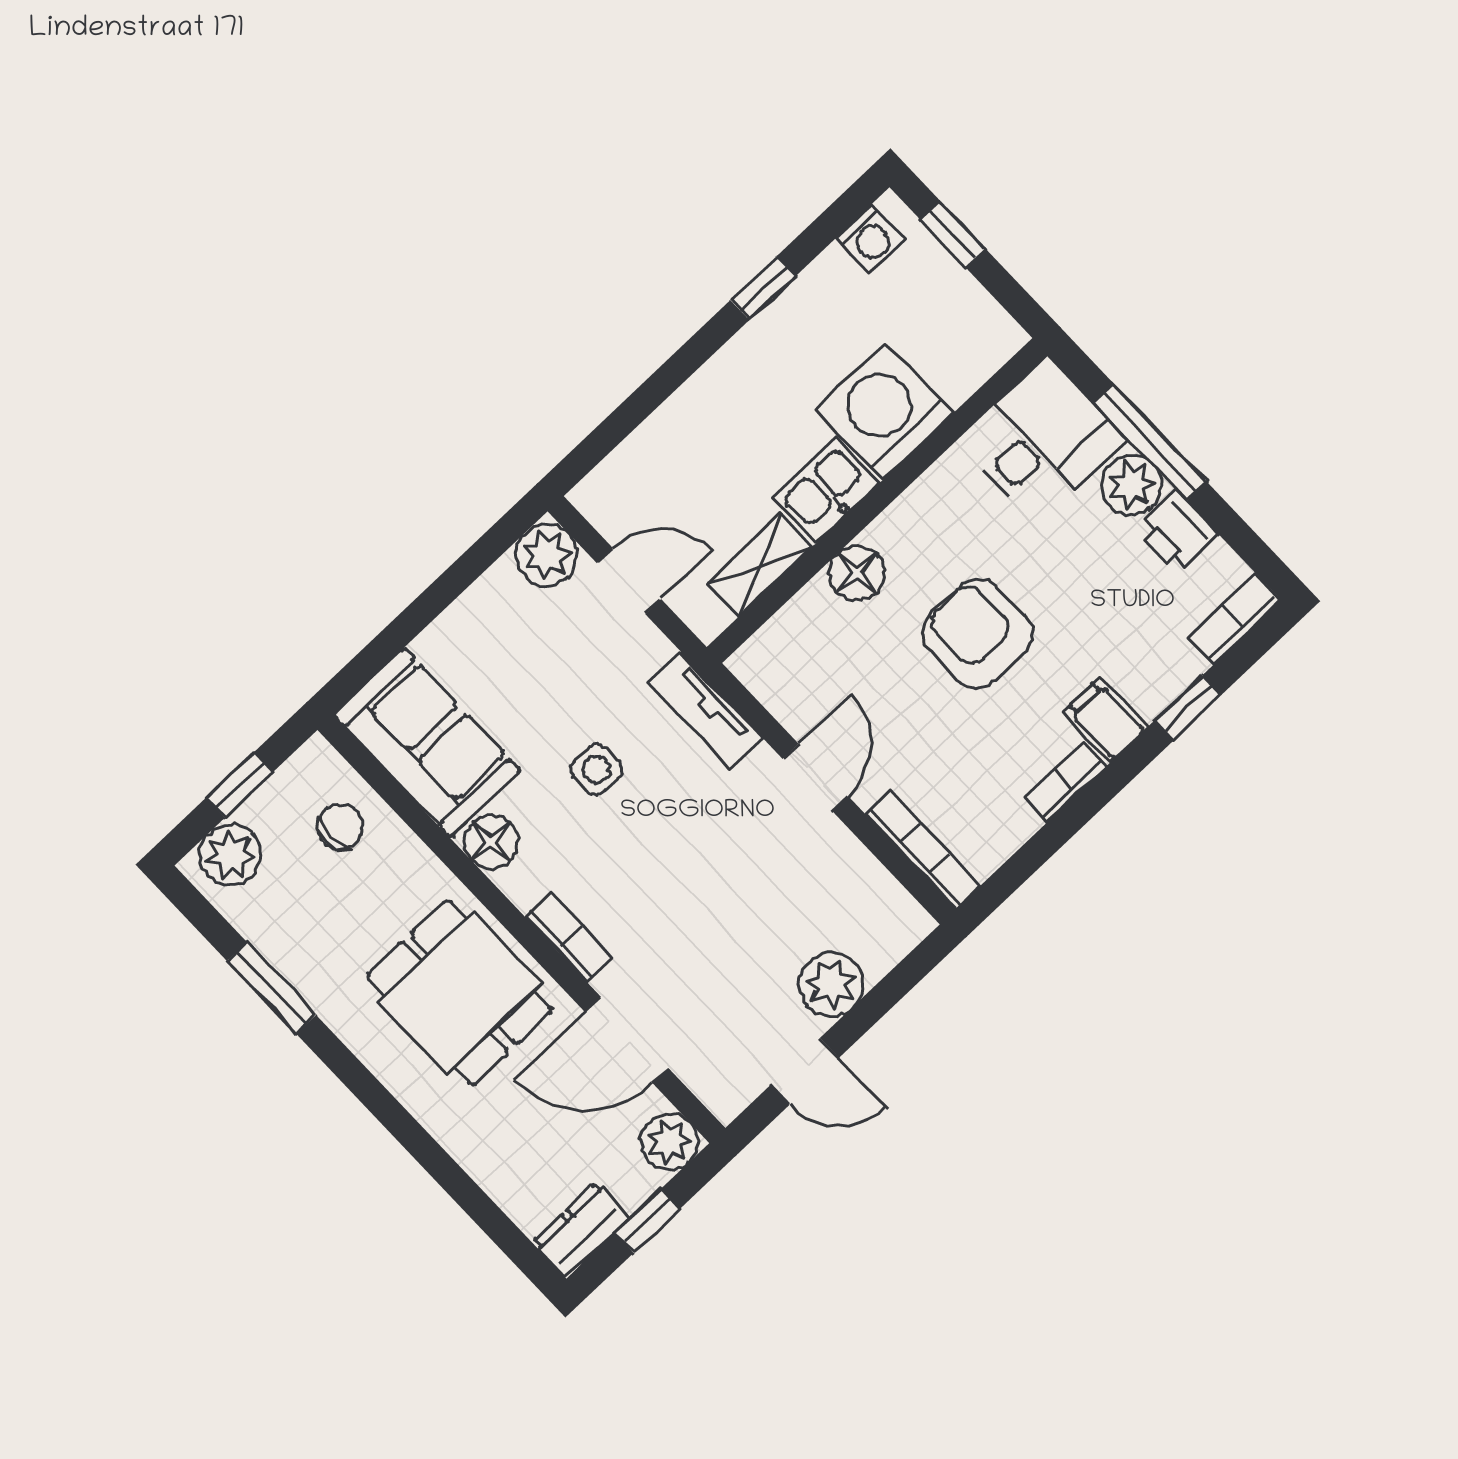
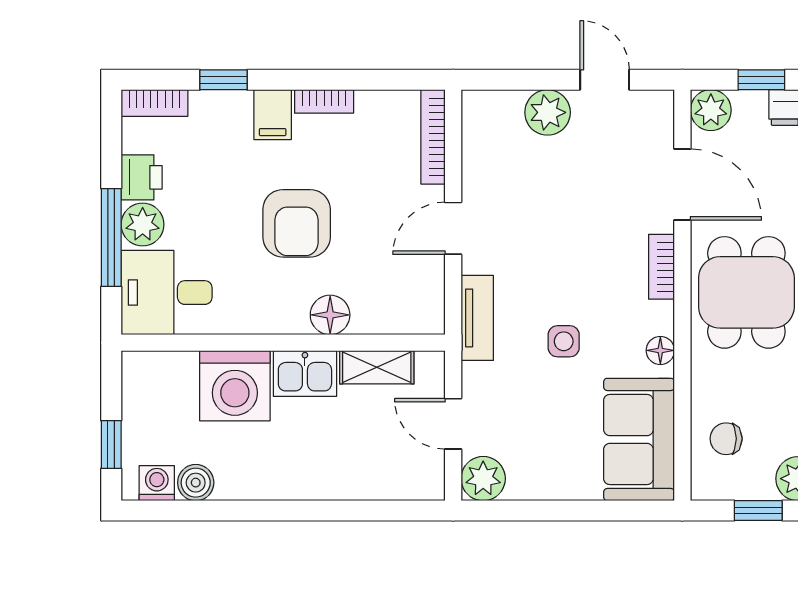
boiler: (832, 276) -> (196, 483), added
window: (763, 288) -> (237, 511), removed
floor lamp: (491, 842) -> (660, 350), width x0.73, depth x0.73

